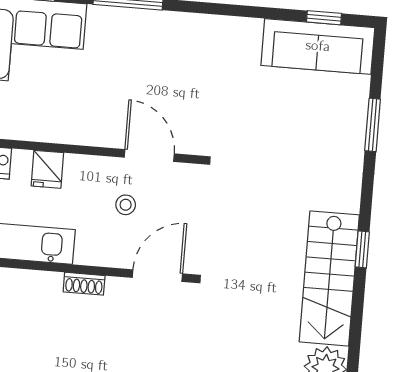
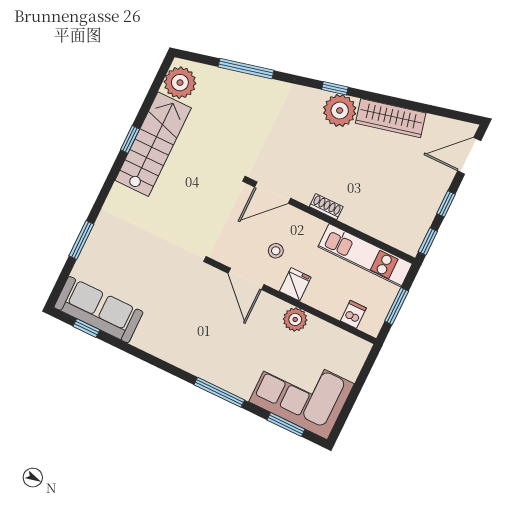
plant: (69, 129) -> (295, 319), added
fridge: (47, 169) -> (295, 284), moved
window: (362, 249) -> (130, 139), moved

